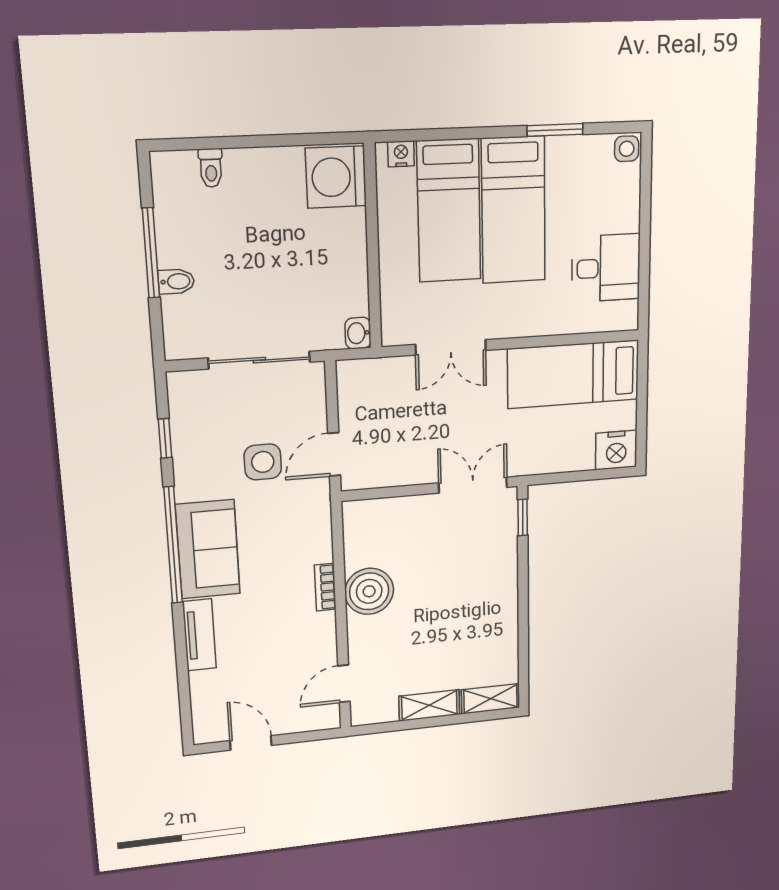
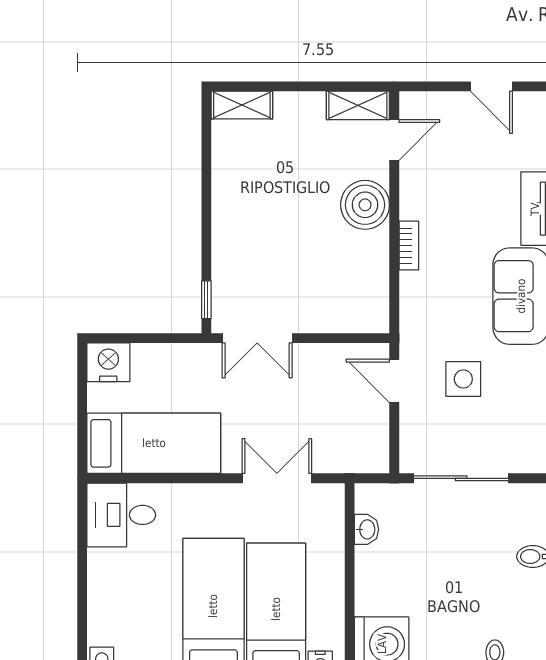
desk: (606, 268) -> (121, 515), moved
washbasin: (358, 333) -> (367, 529), moved
door: (334, 454) -> (394, 381), swing flipped
boiler: (369, 591) -> (365, 205), moved
shelving: (429, 705) -> (358, 105), moved

